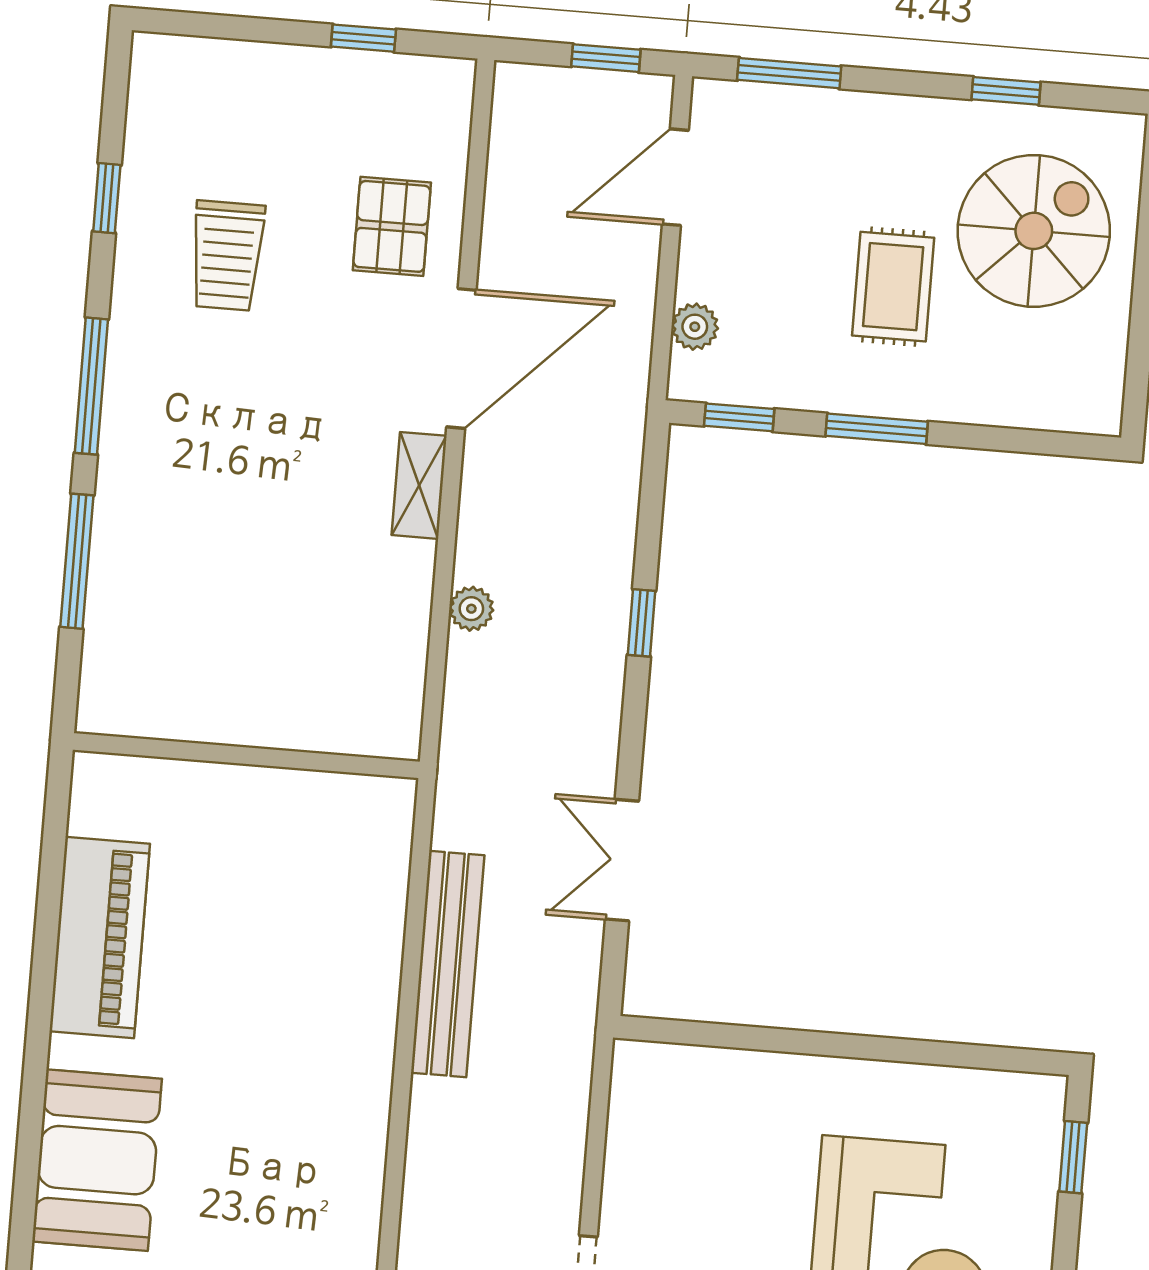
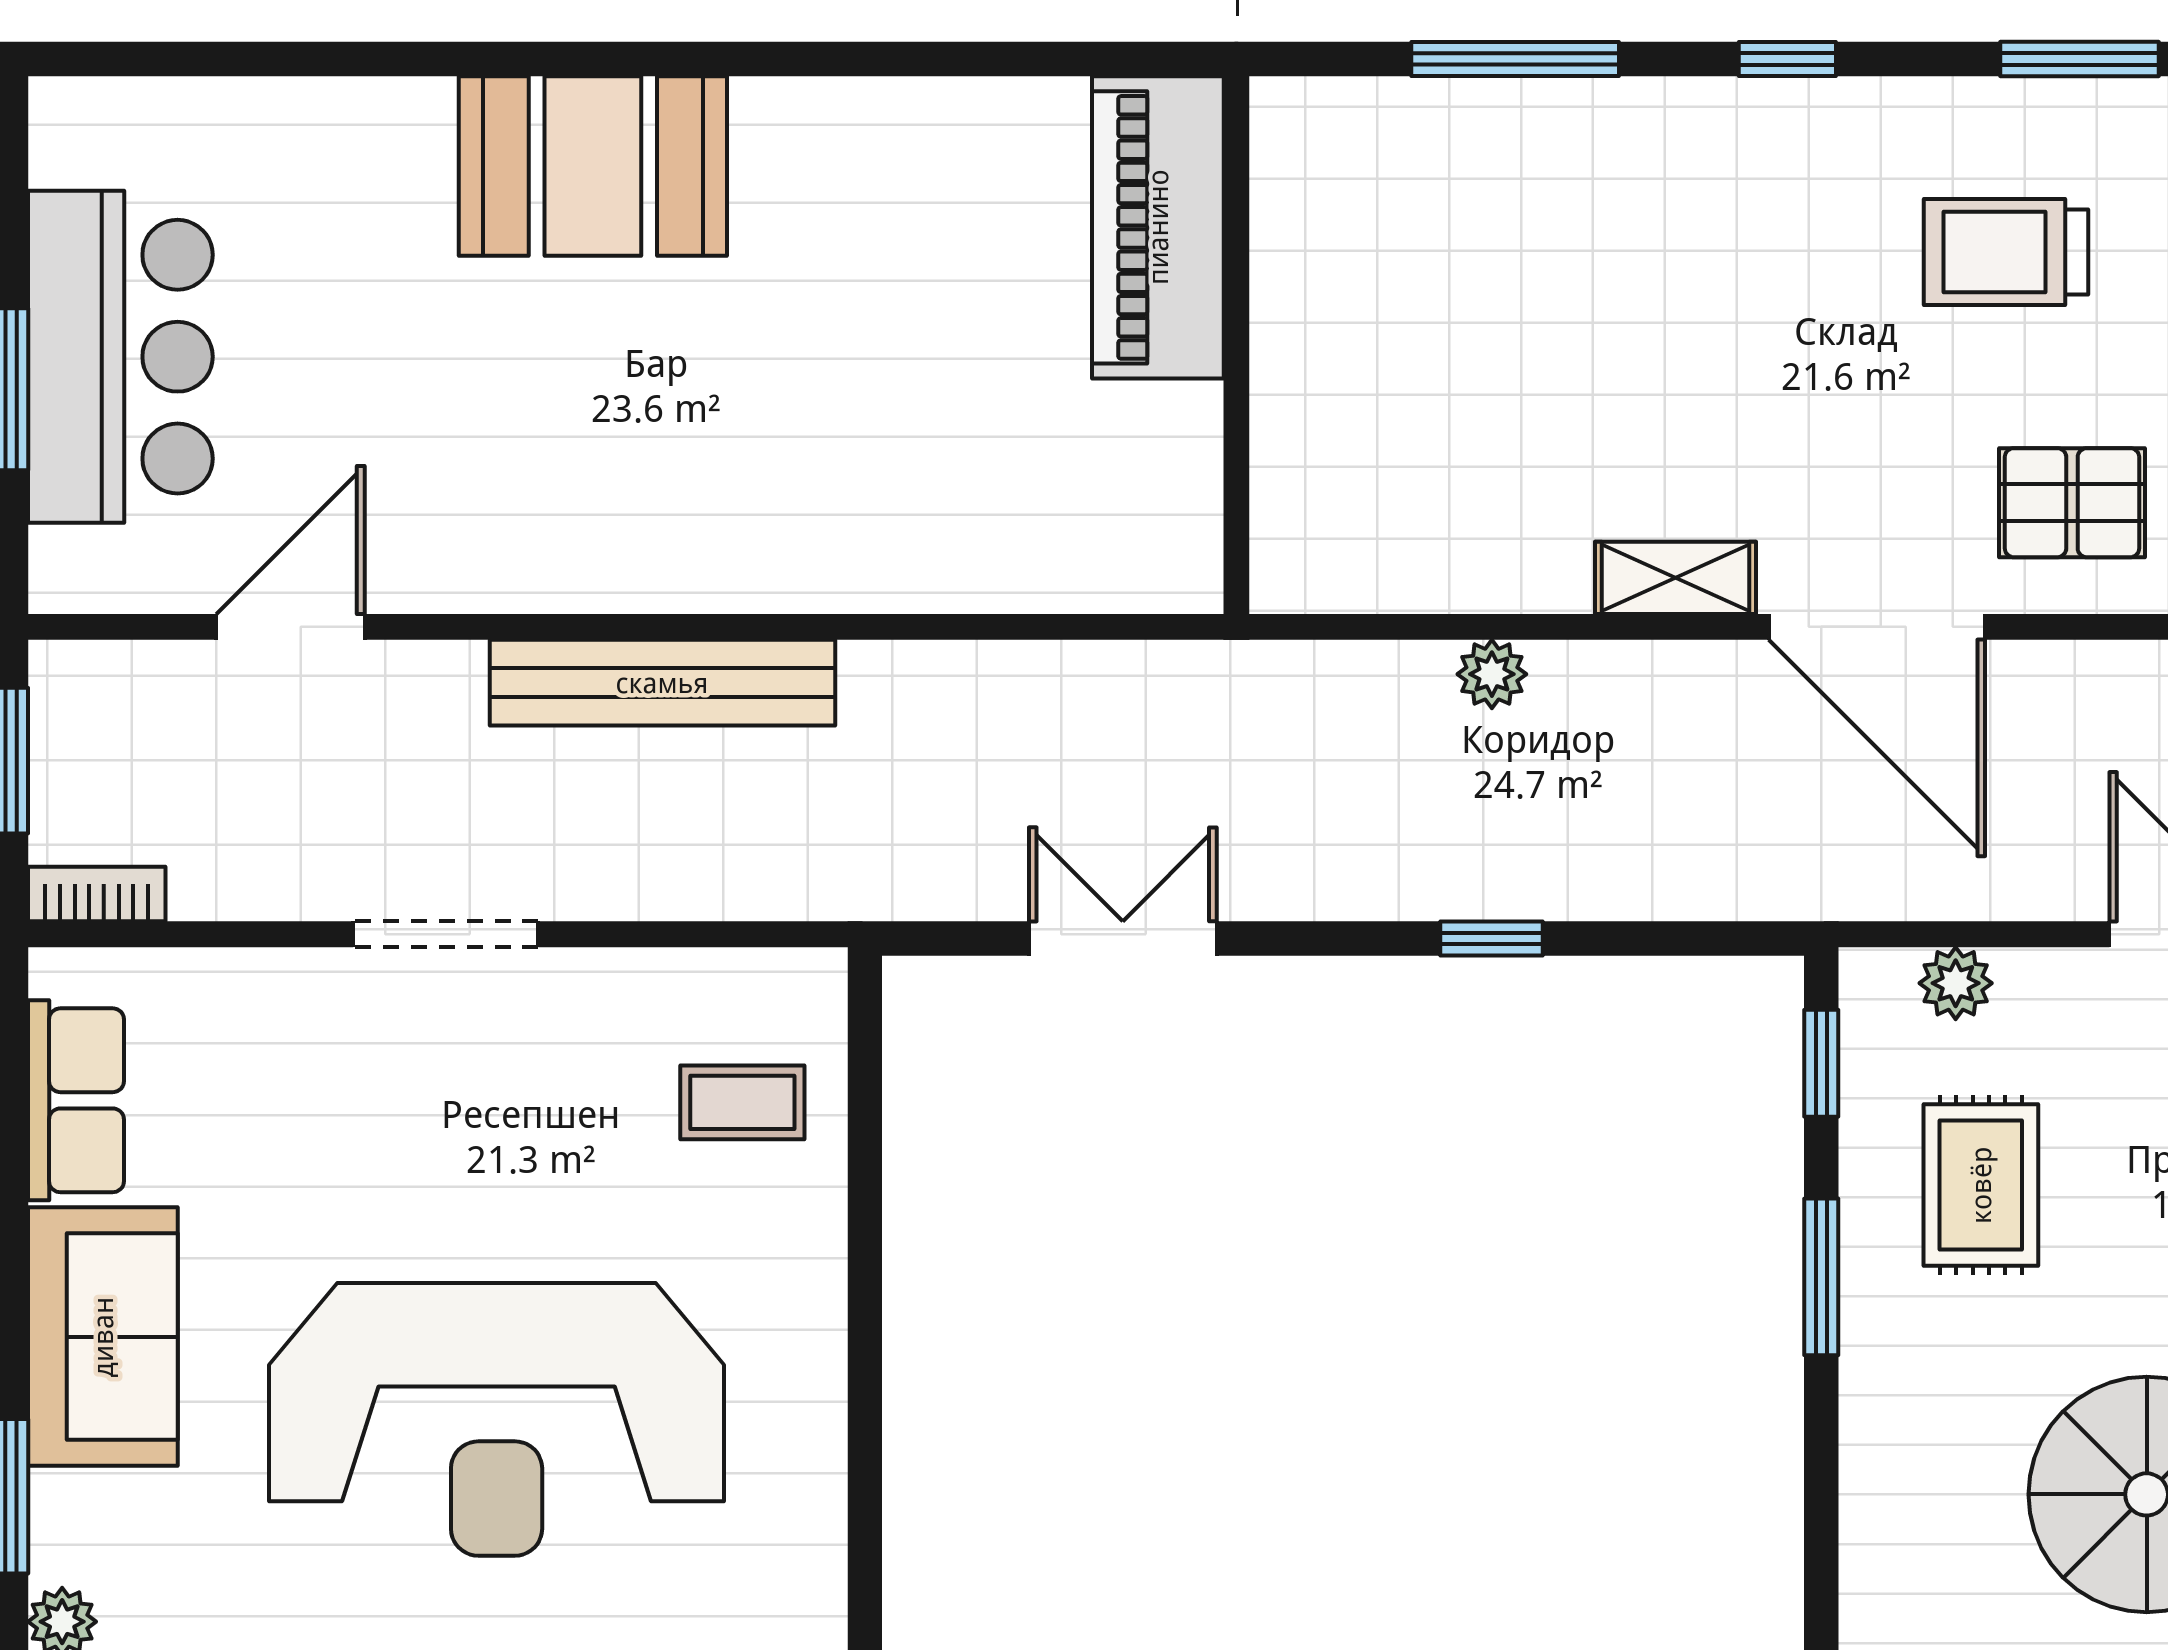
window: (107, 198) -> (2080, 59), width x1.50
rug: (893, 287) -> (1981, 1185), moved, turned 90
window: (91, 386) -> (1787, 59), width x0.46
piano: (100, 938) -> (1158, 227), moved, turned 90
bench: (448, 964) -> (662, 683), moved
coffee table: (707, 1114) -> (742, 1102), added

